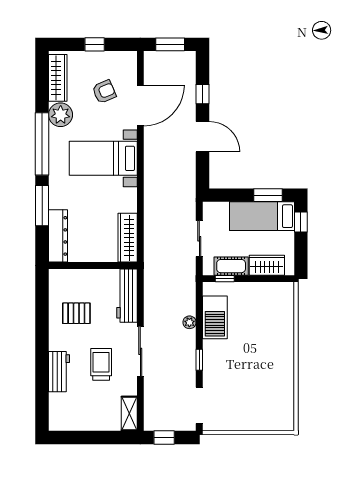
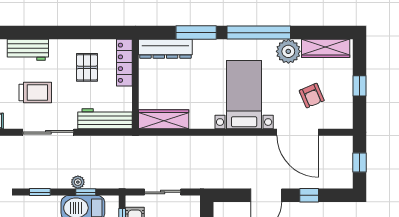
window: (170, 44) -> (360, 162), width x0.67
locker: (72, 276) -> (124, 63), added
window: (199, 315) -> (86, 192), added

